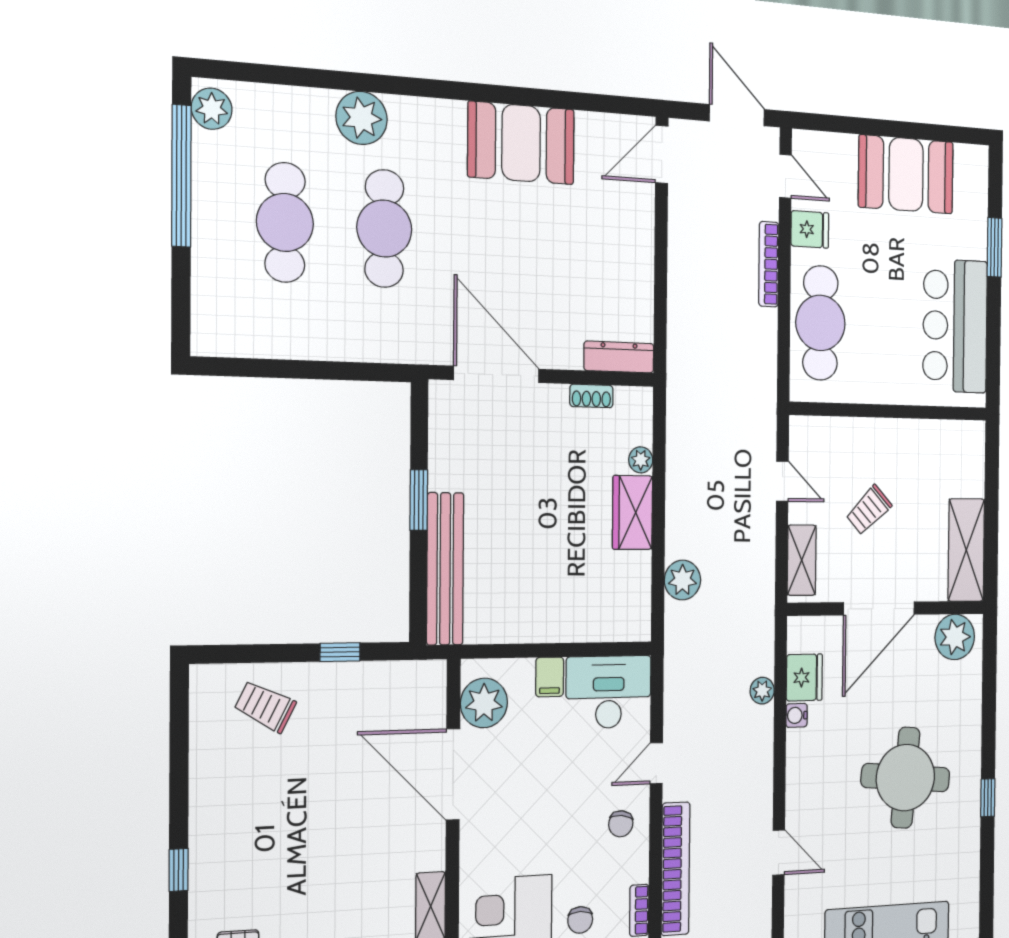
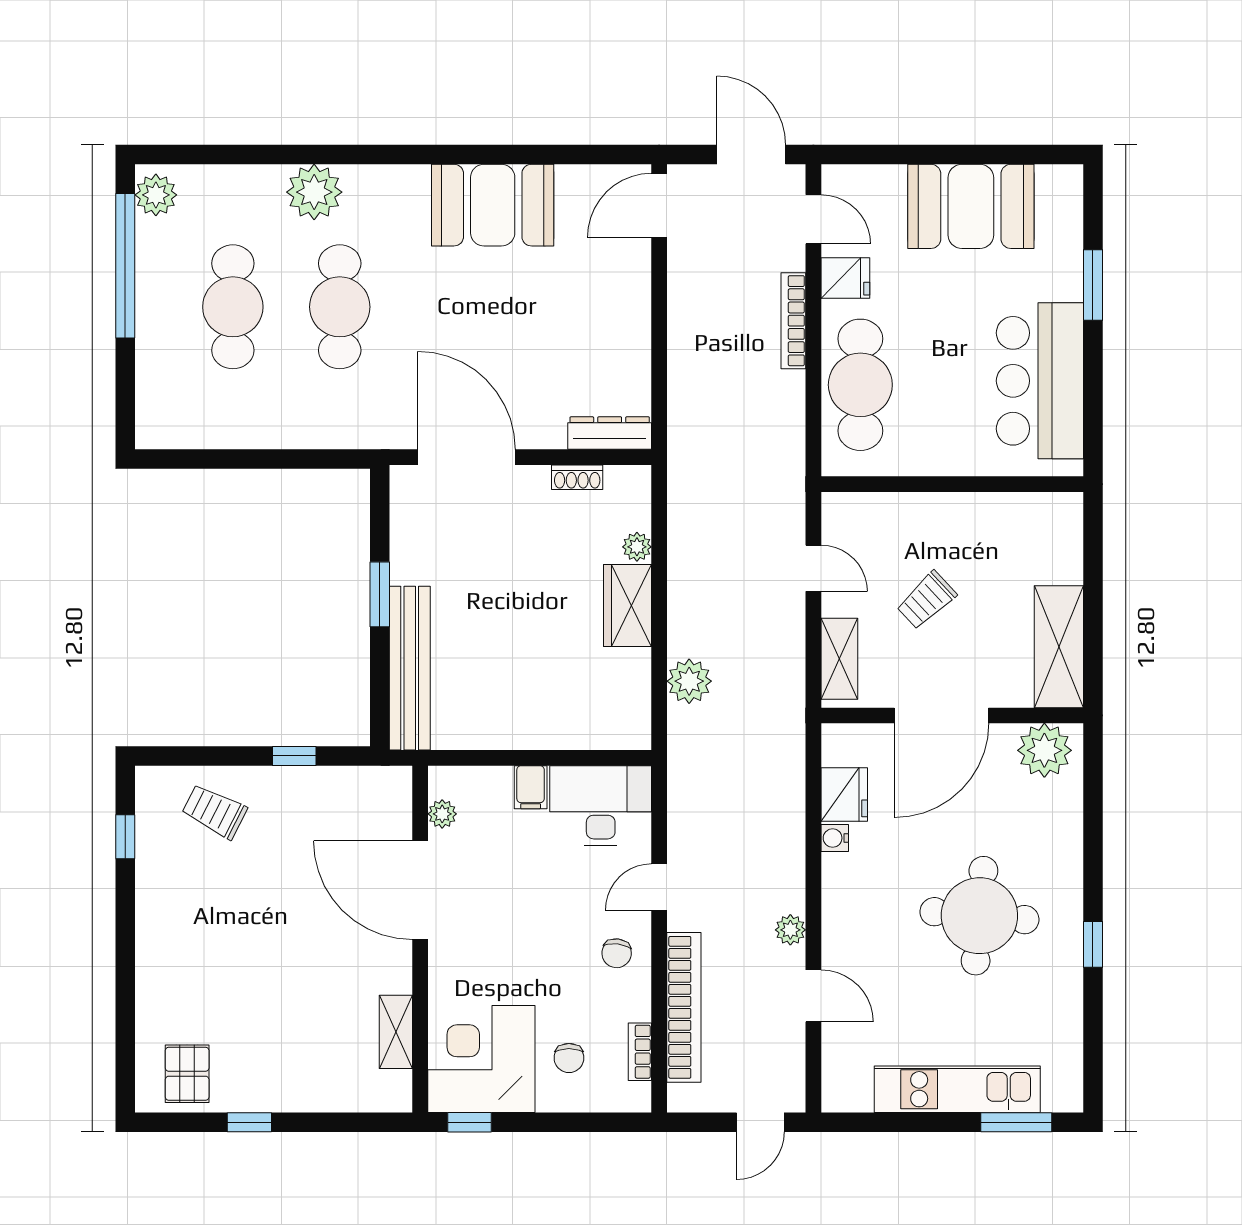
plant: (762, 691) -> (790, 930), moved
plant: (484, 703) -> (442, 814), width x0.53, depth x0.53
window: (179, 870) -> (125, 837), moved

